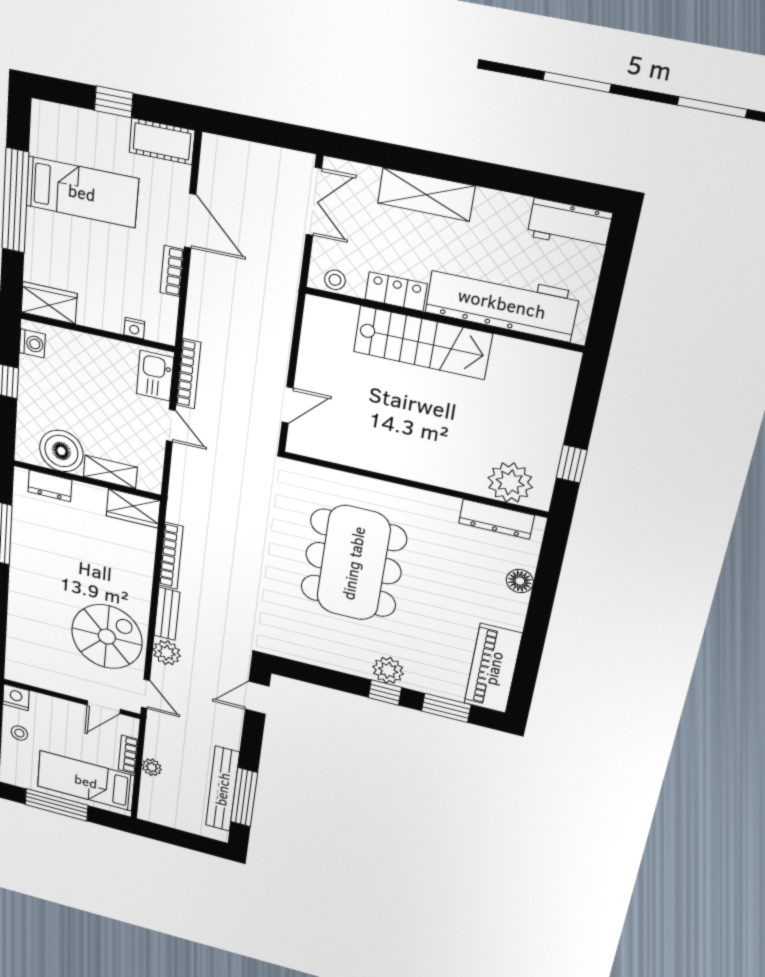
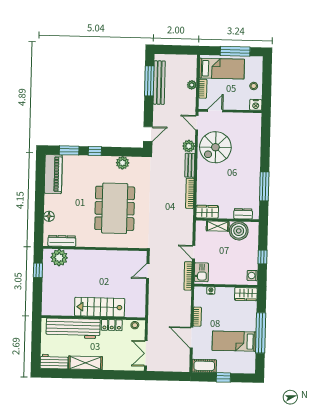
shelving: (426, 195) -> (85, 363), moved
plant: (388, 670) -> (123, 163), moved

